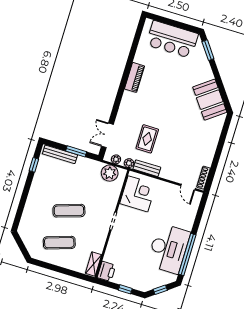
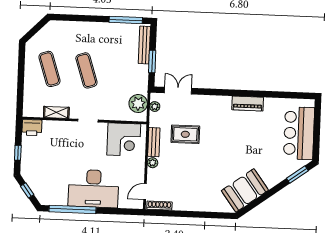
plant: (129, 163) -> (153, 163), moved
window: (34, 165) -> (126, 20), width x2.17
desk: (168, 249) -> (93, 189), moved
shelving: (93, 264) -> (56, 112), moved

